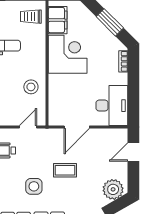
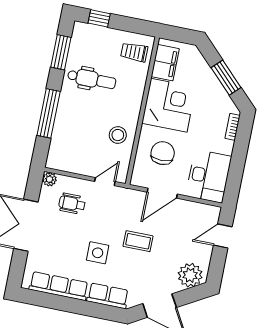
chair: (71, 94) -> (163, 153), added

